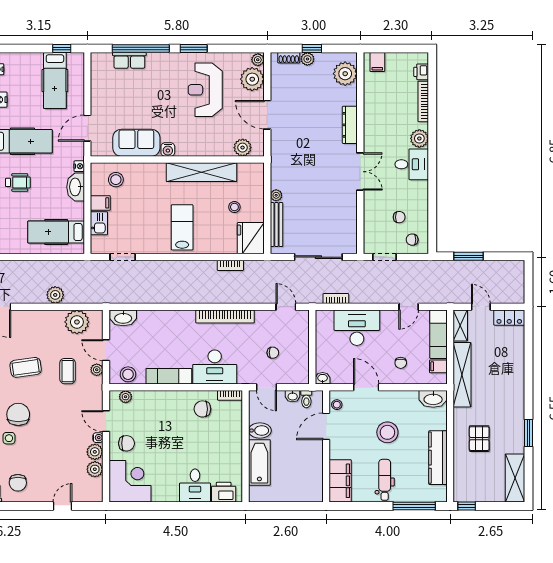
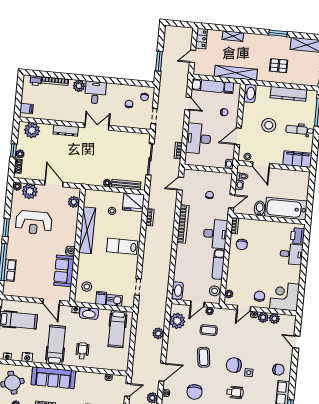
door: (267, 115) -> (54, 184), swing flipped
shelving: (460, 325) -> (233, 36), moved
bathtub: (259, 462) -> (286, 209), width x1.36, depth x1.36

